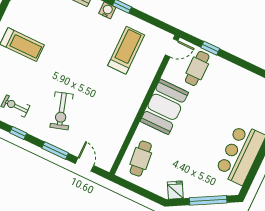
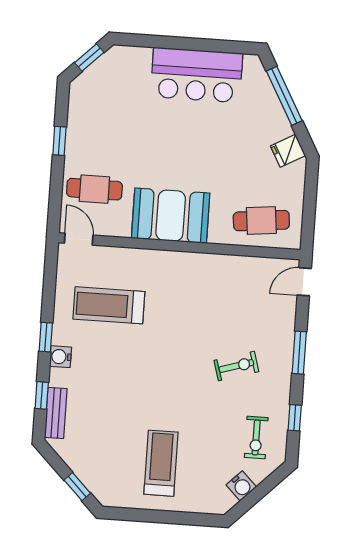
window: (210, 48) -> (59, 141), moved
exercise bike: (62, 111) -> (236, 366), width x0.73, depth x0.72
door: (85, 164) -> (304, 282), moved

